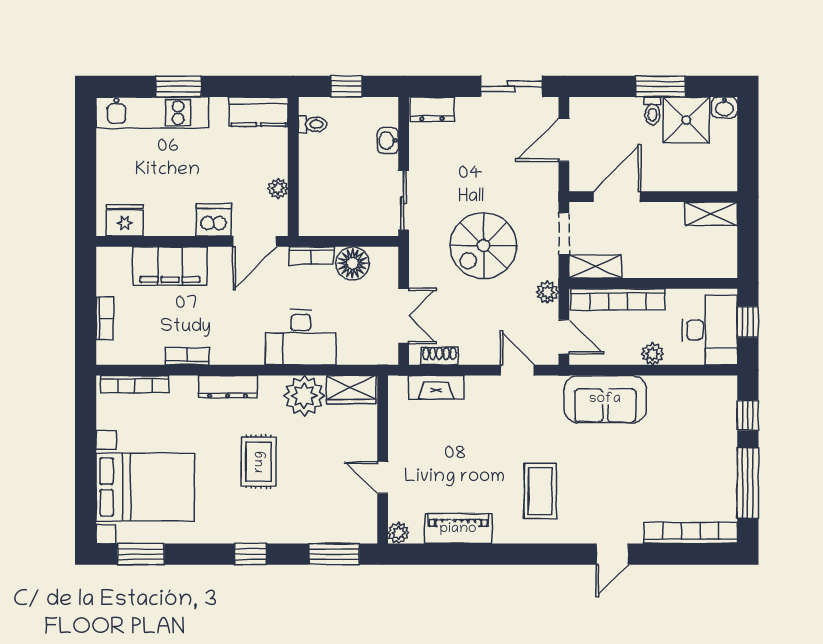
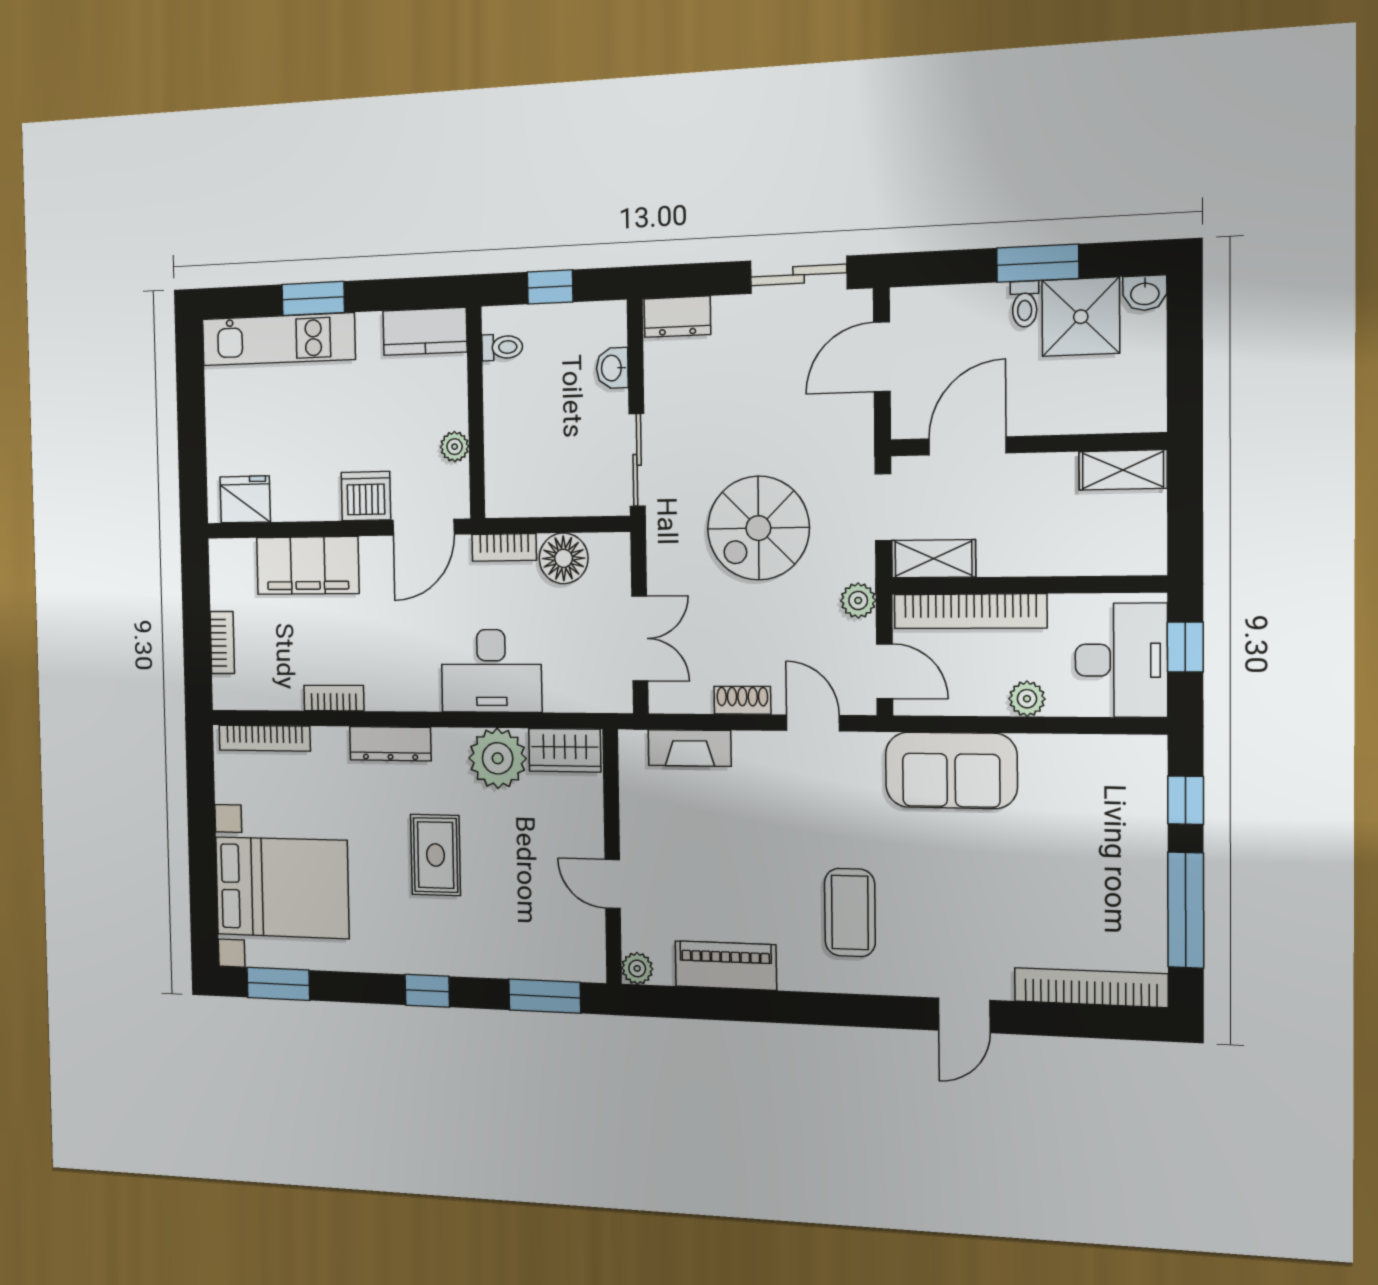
shoe rack: (439, 356) -> (742, 700), moved

